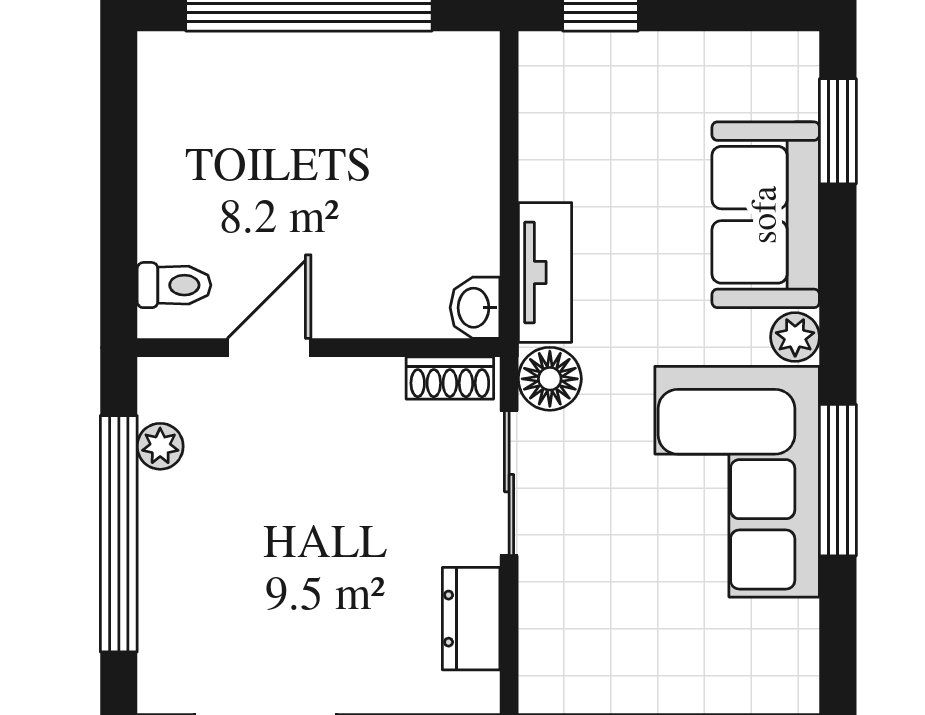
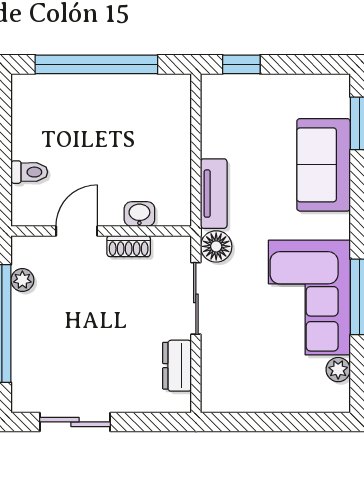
toilet: (174, 285) -> (29, 172), moved
washbasin: (475, 308) -> (139, 214), moved, turned 90
plant: (795, 337) -> (338, 370), moved
shoe rack: (450, 378) -> (129, 246), moved

